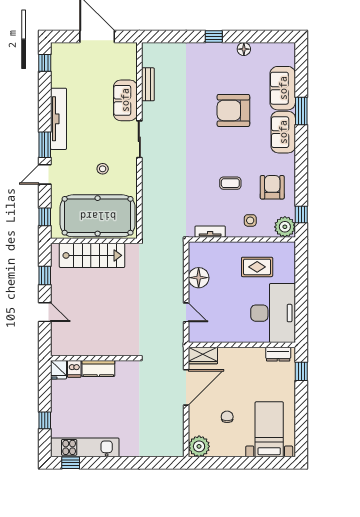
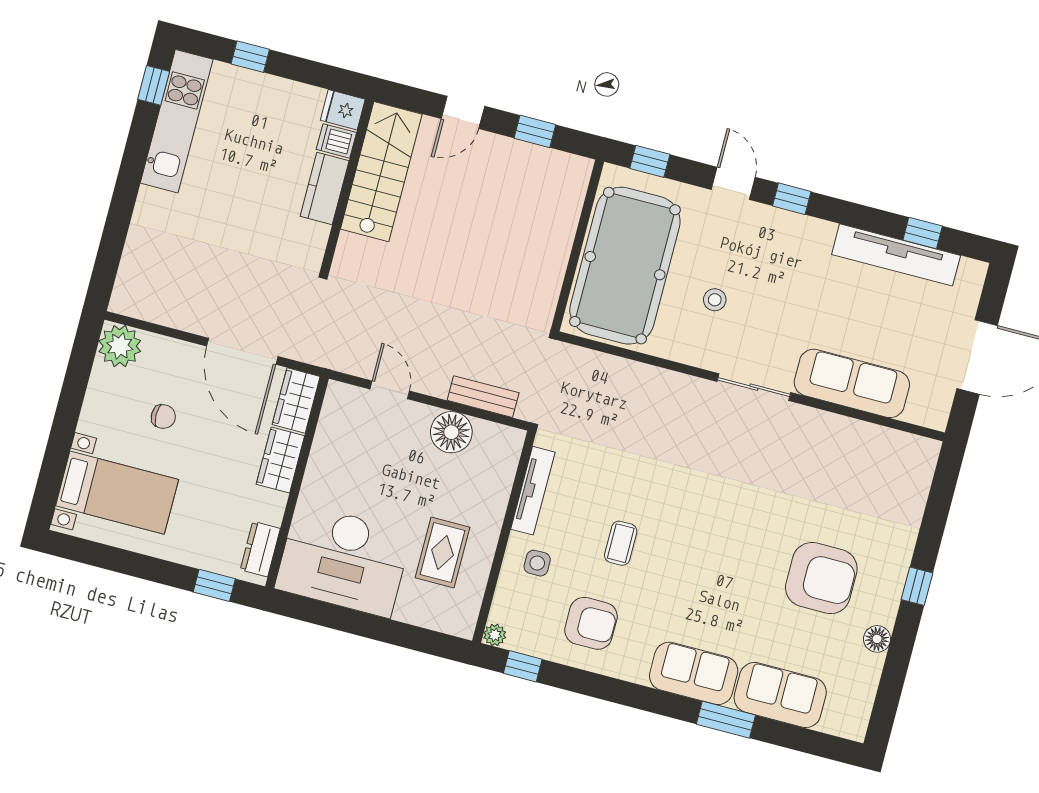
window: (45, 63) -> (923, 233), moved
bench: (148, 84) -> (483, 397), moved
sofa: (125, 100) -> (852, 383), width x1.36
armchair: (233, 110) -> (821, 578), moved, turned 90
tv unit: (59, 119) -> (896, 255), moved
window: (45, 145) -> (792, 199), width x0.67
plant: (285, 227) -> (495, 635), width x0.53, depth x0.53
tv unit: (210, 232) -> (533, 491), width x1.41
stairs: (92, 255) -> (381, 172), moved, turned 180
door: (186, 312) -> (390, 390), swing flipped
wardrobe: (233, 356) -> (280, 460), added

